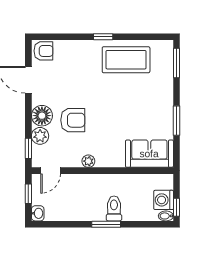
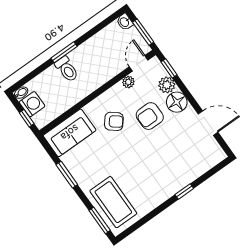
window: (103, 37) -> (184, 192), moved
armchair: (43, 51) -> (114, 121), moved, turned -141
coffee table: (126, 60) -> (113, 202), moved, turned 90
plant: (88, 161) -> (128, 82), moved
window: (28, 194) -> (143, 32), width x1.50
window: (176, 207) -> (27, 118), moved

